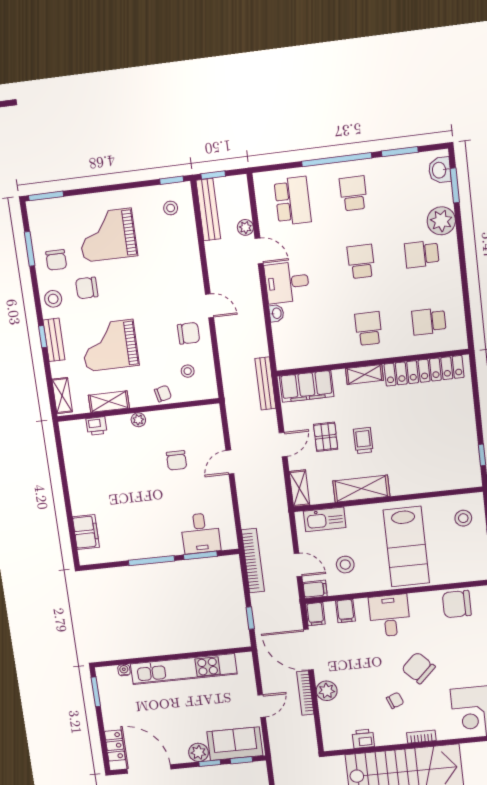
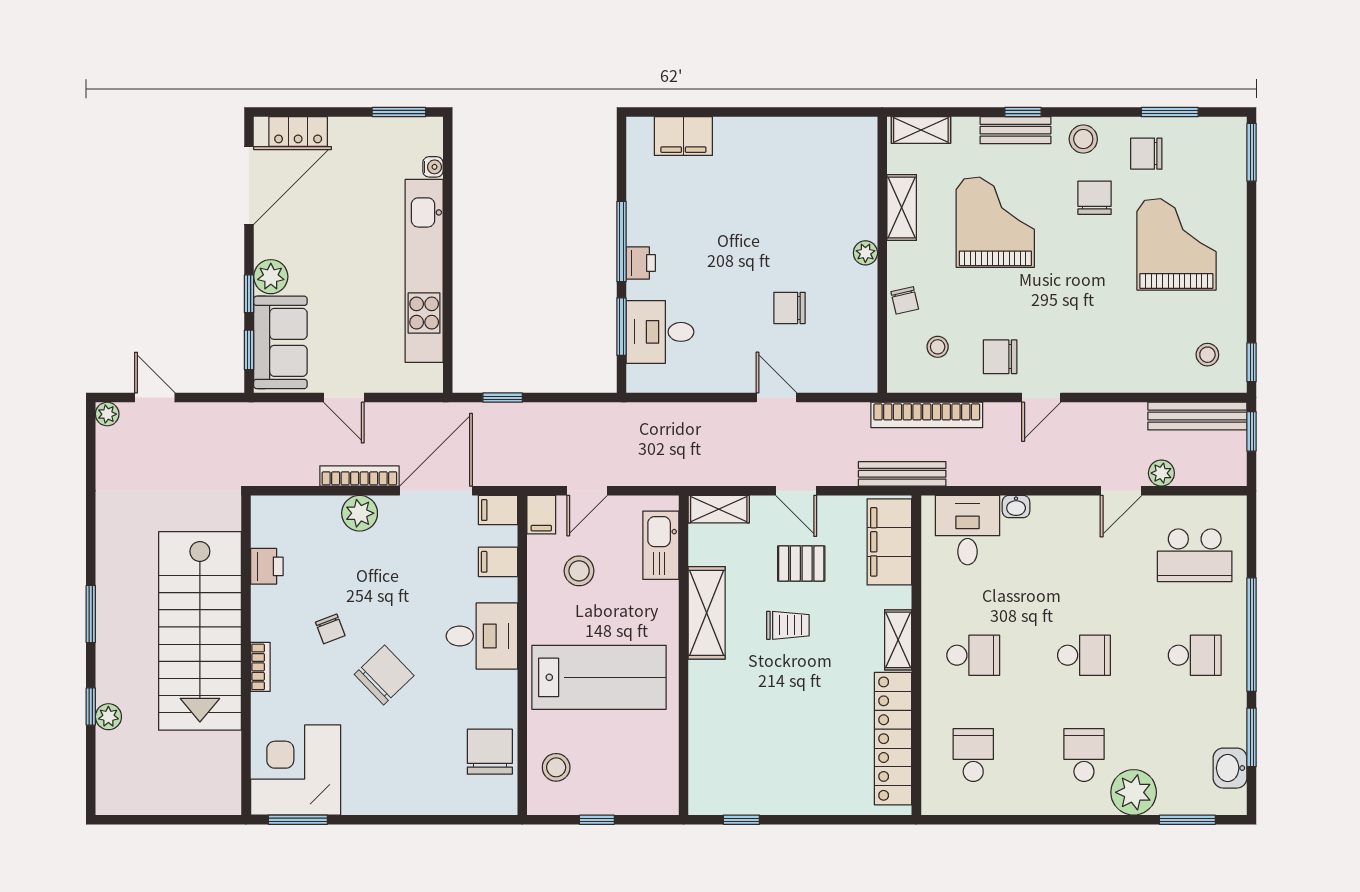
washbasin: (440, 170) -> (1230, 768), moved, turned -90
desk: (287, 282) -> (968, 530), moved
chair: (189, 333) -> (1000, 357), turned 90
printer: (96, 426) -> (641, 263), moved, turned 180
stool: (463, 518) -> (556, 767), moved
lab bench: (406, 547) -> (599, 677), turned 180
bookcase: (253, 561) -> (927, 415), moved

